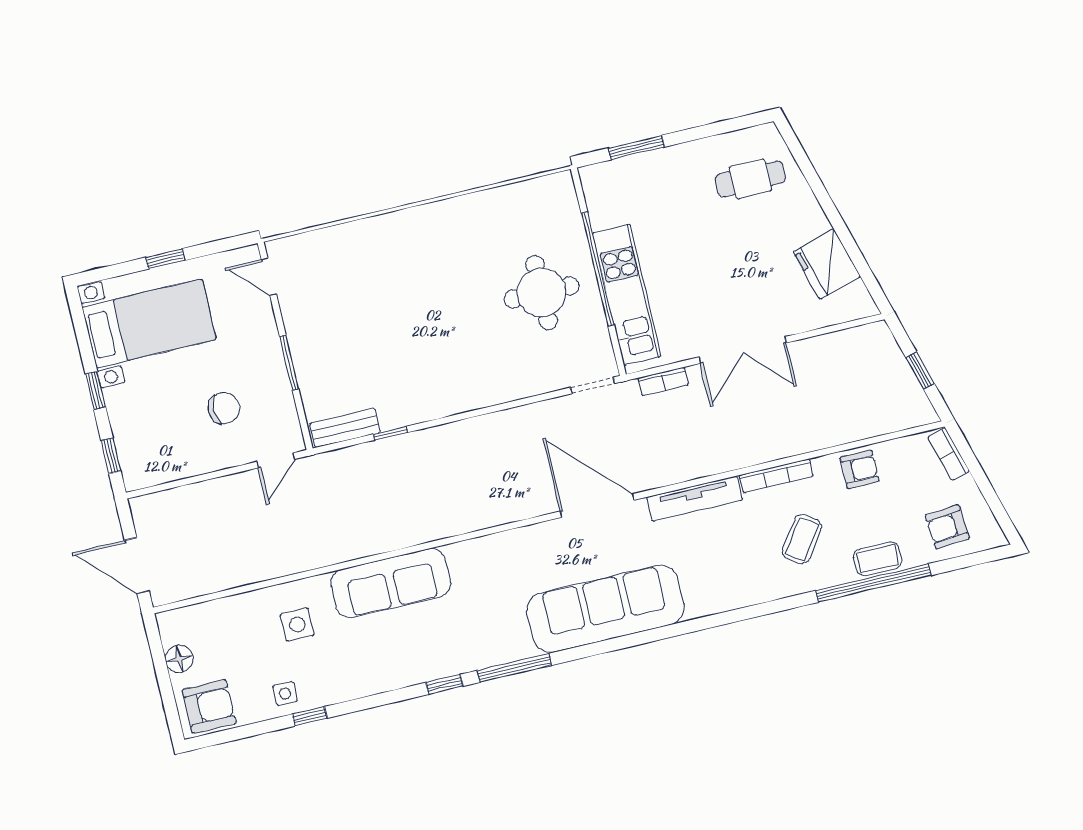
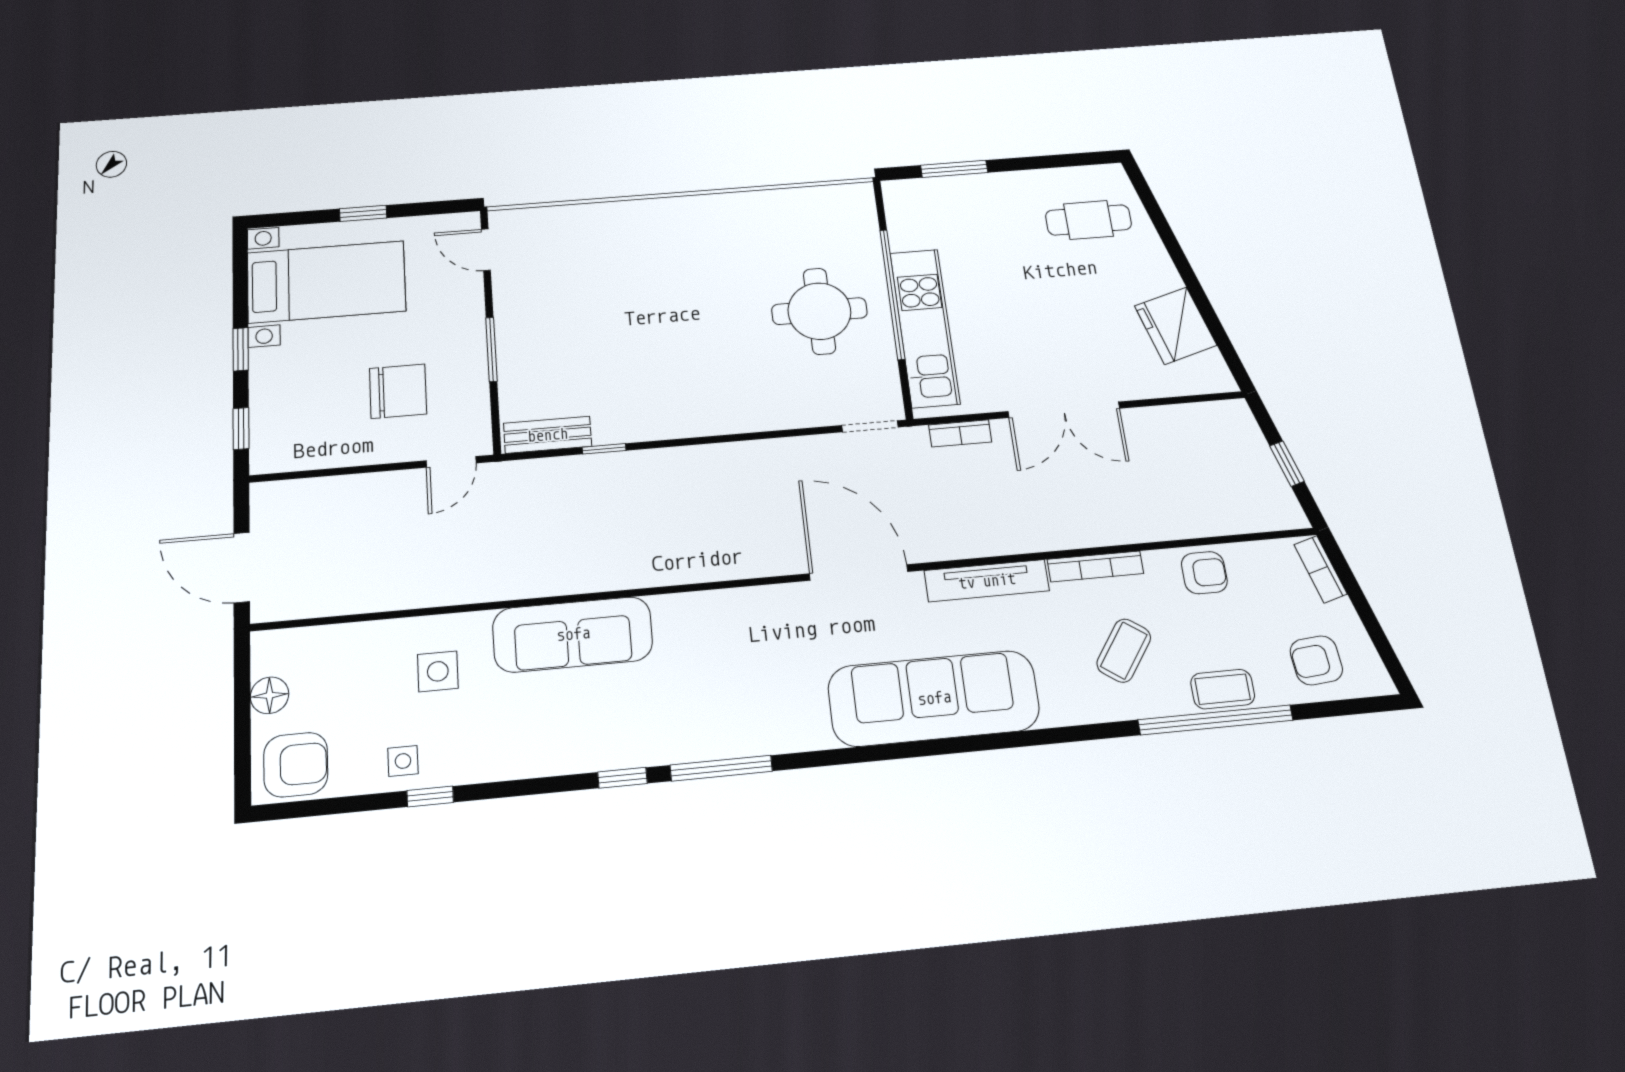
chair: (224, 408) -> (398, 391), width x1.37, depth x1.37
sofa: (606, 609) -> (934, 698), moved

